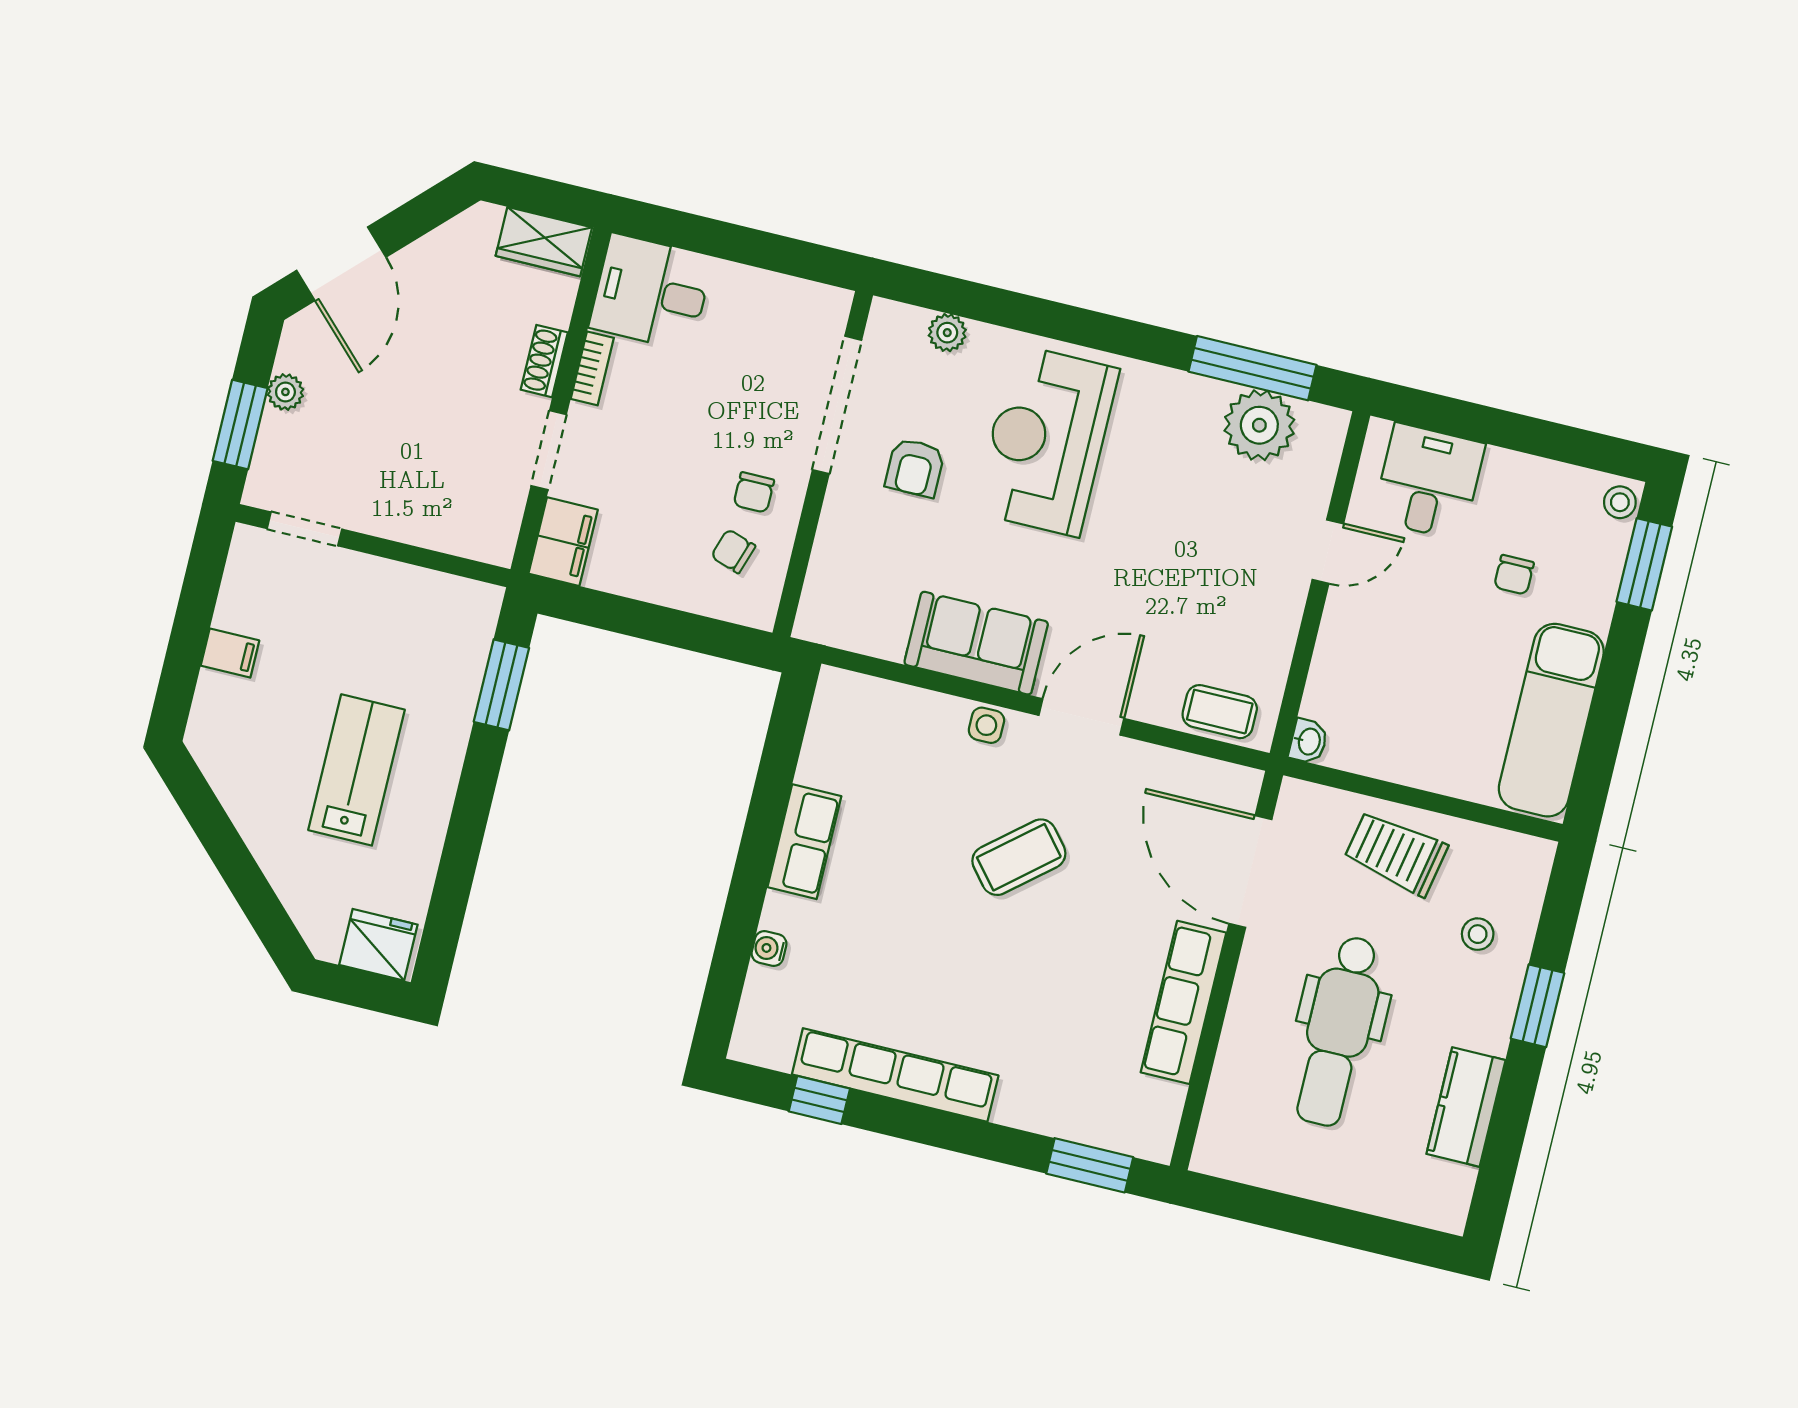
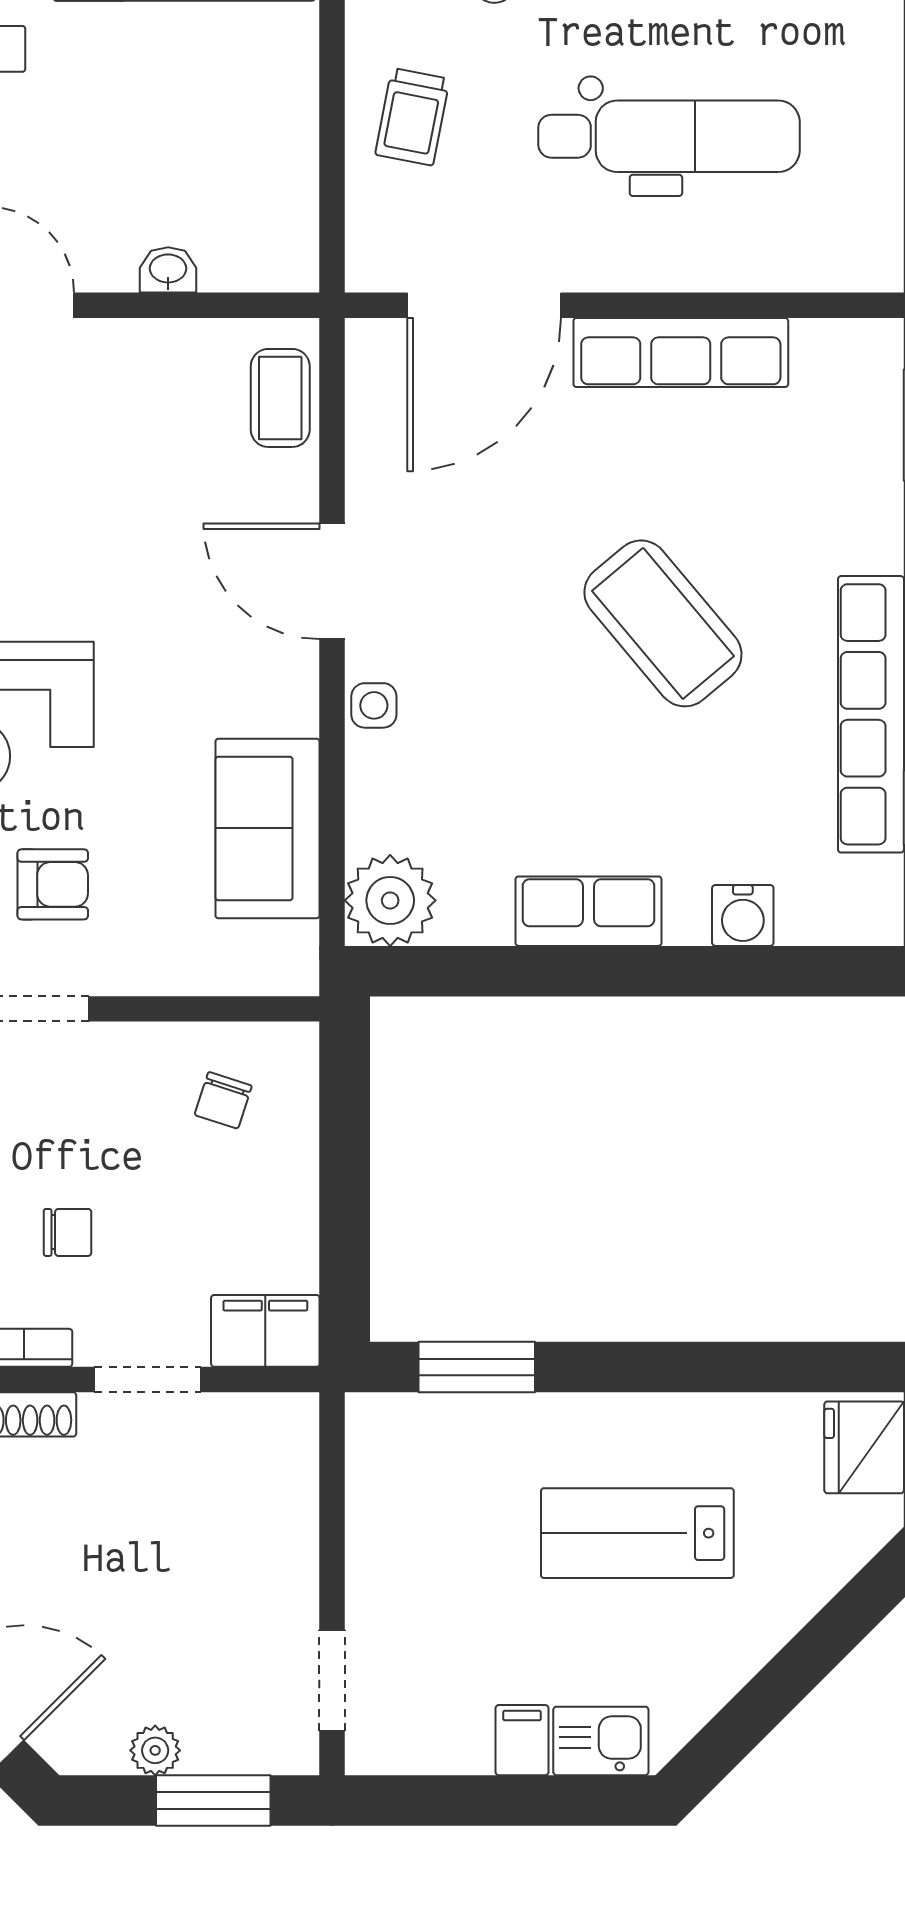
chair: (754, 492) -> (68, 1232), moved
sofa: (976, 643) -> (268, 828), moved
plant: (846, 703) -> (390, 900), added
kitchen sink: (216, 709) -> (601, 1741), added
washbasin: (1308, 741) -> (168, 270), moved
trolley: (1396, 853) -> (412, 117), width x0.73, depth x0.72
coffee table: (1019, 857) -> (663, 623), moved, width x1.36, depth x1.32
water cooler: (769, 949) -> (743, 915), width x1.38, depth x1.38

